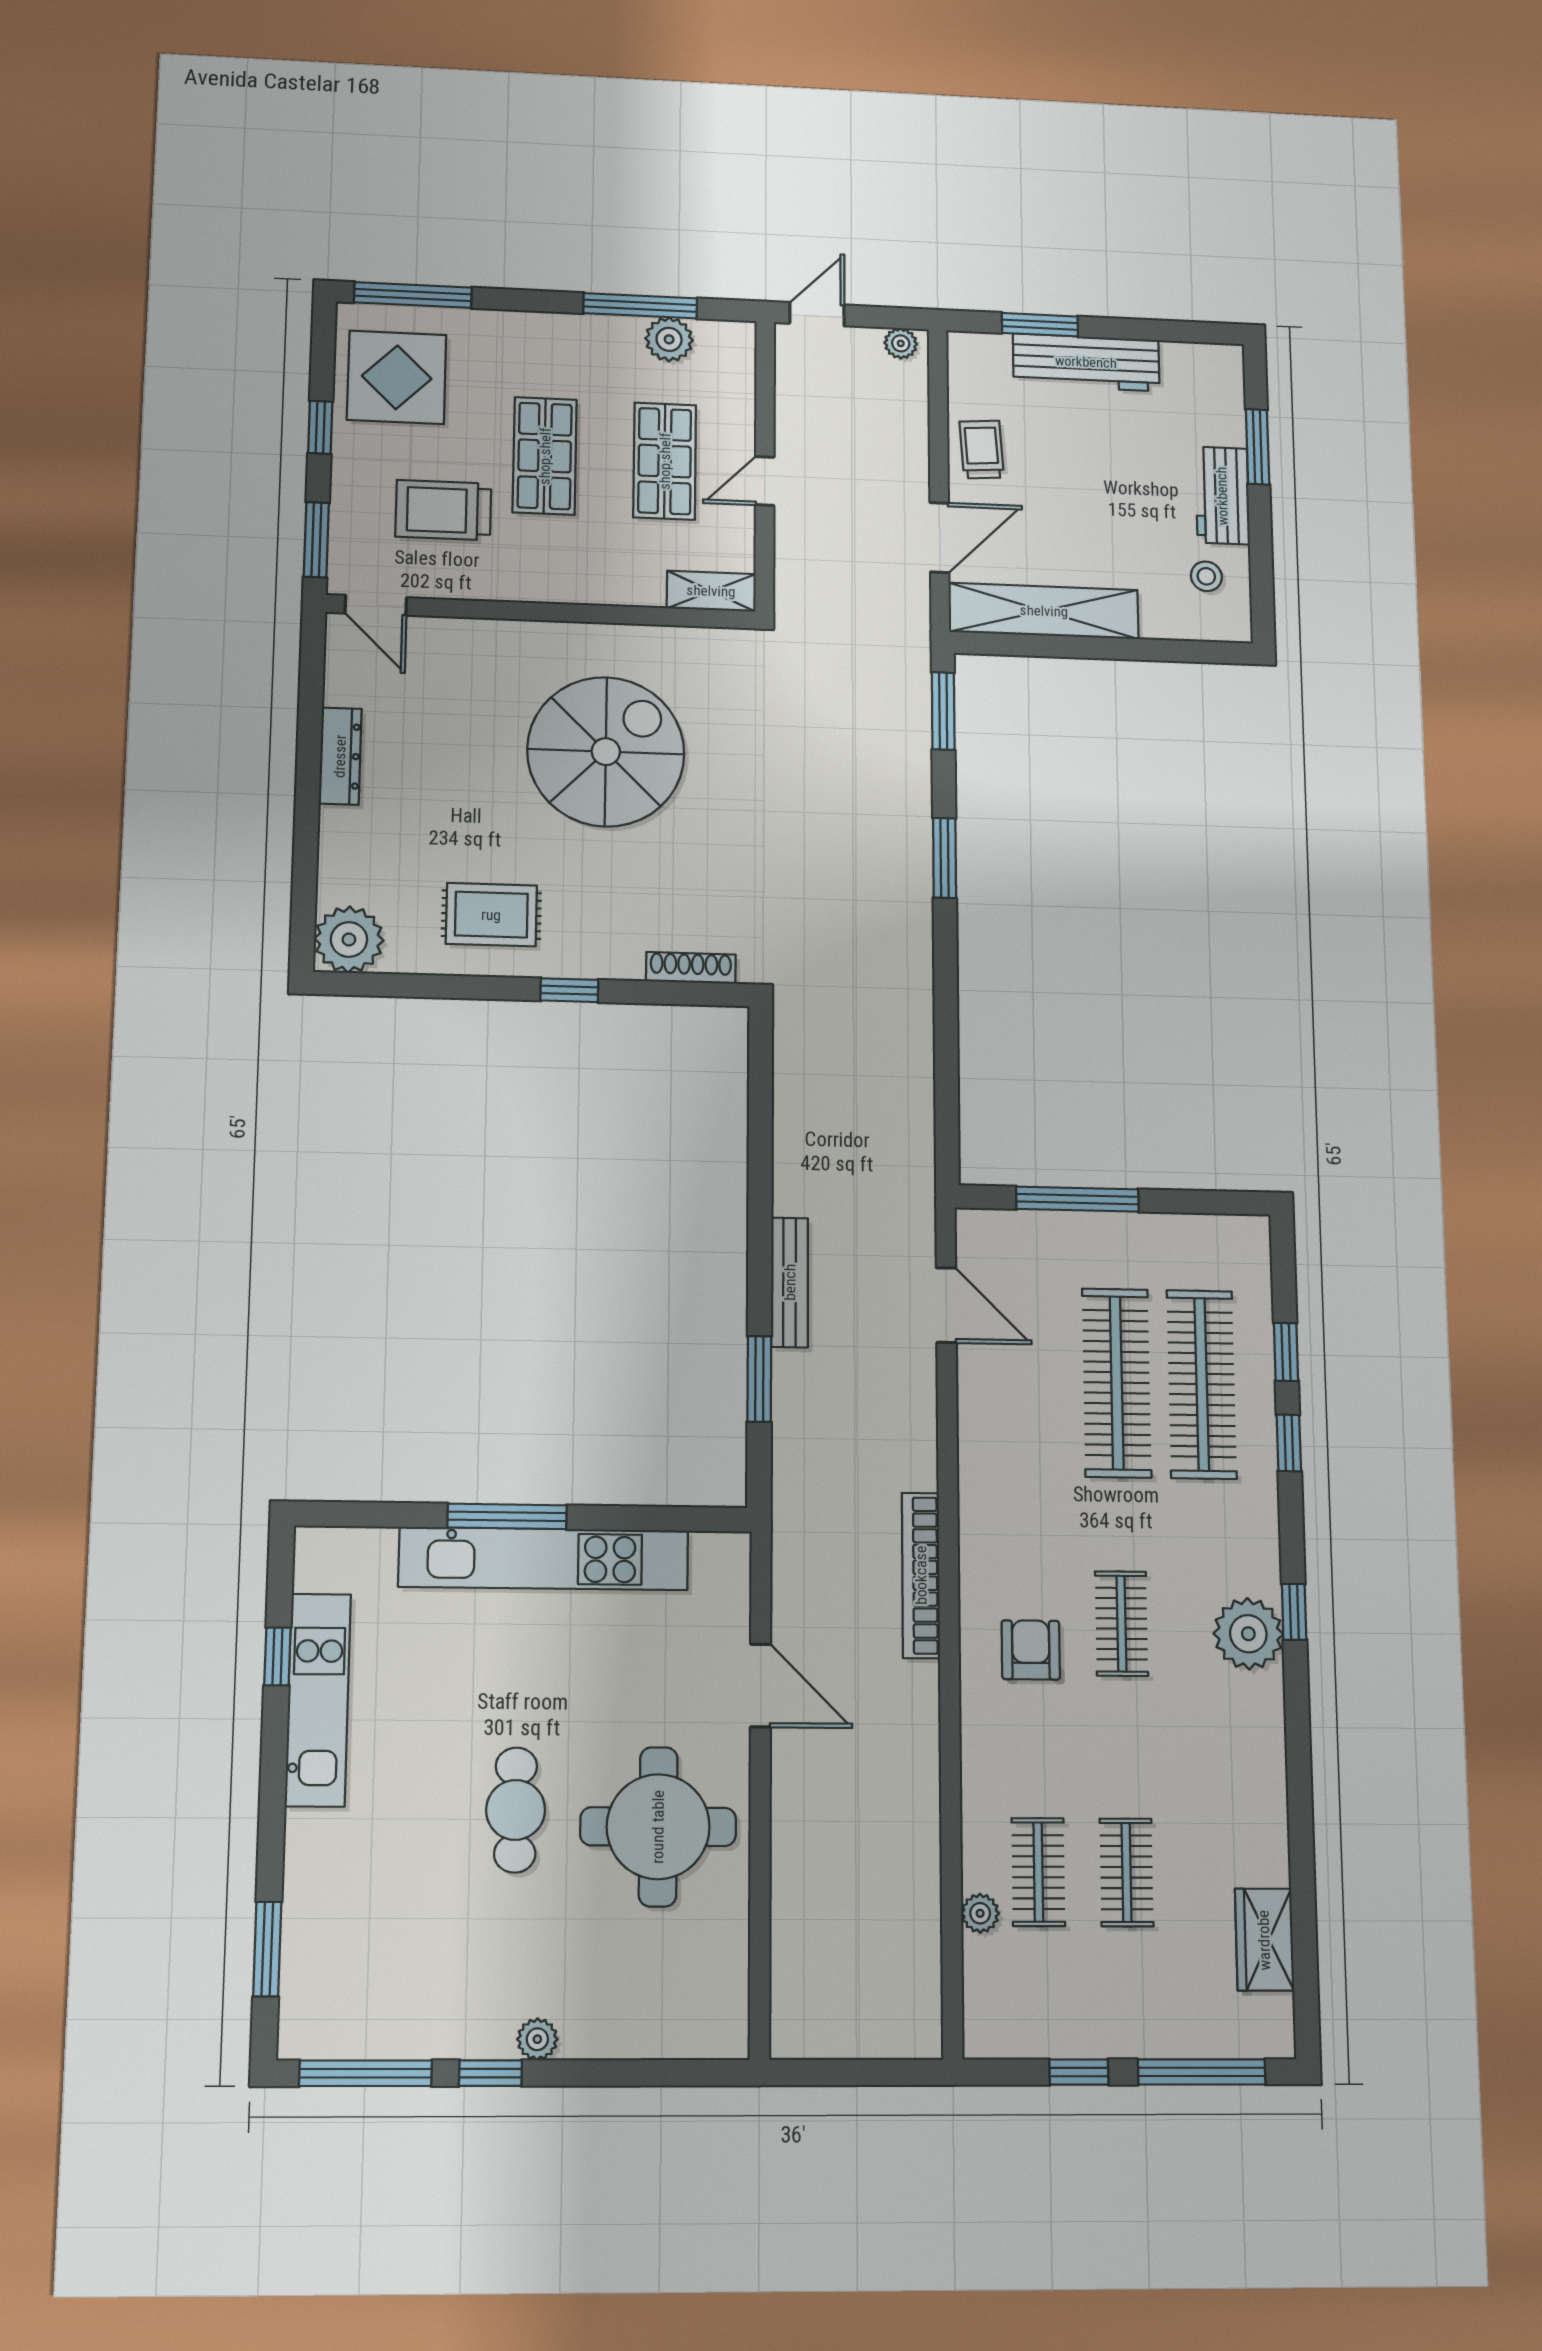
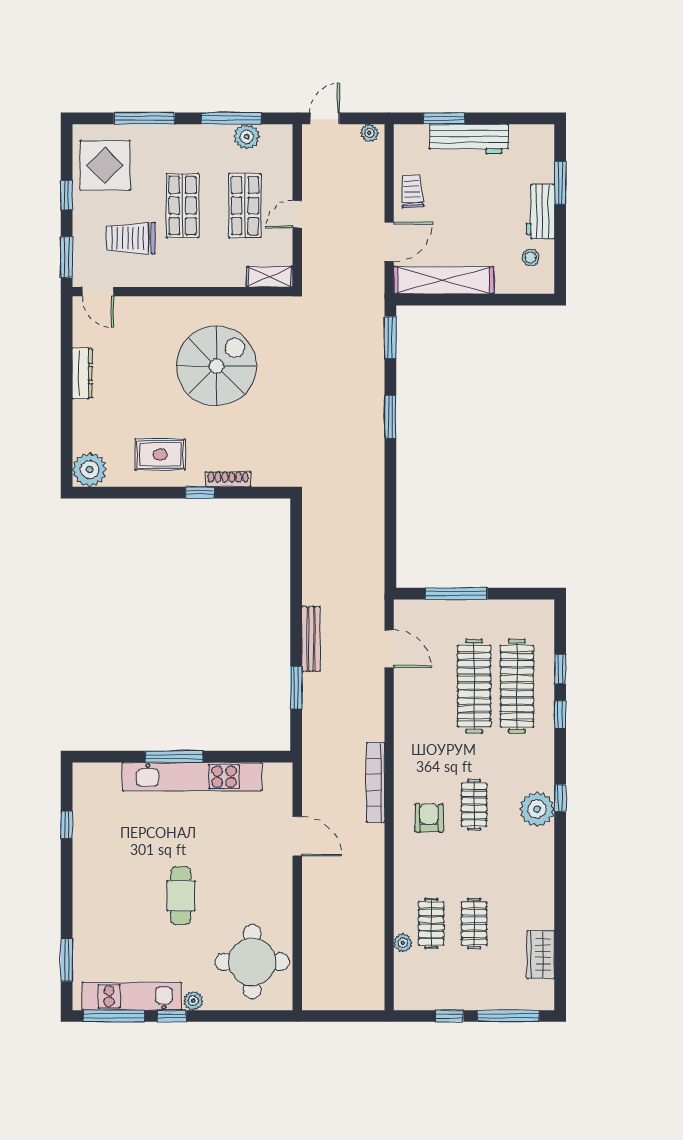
window: (413, 295) -> (144, 118), moved
shoe rack: (691, 968) -> (228, 479), moved
kitchen unit: (318, 1700) -> (132, 996), moved, turned -90
round table: (658, 1827) -> (252, 962), moved

